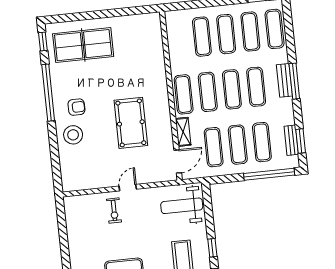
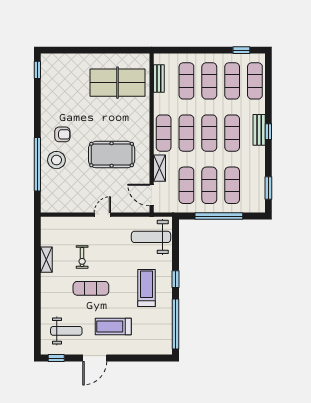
table tennis table: (83, 45) -> (118, 83), moved
window: (294, 81) -> (268, 132), width x0.46
window: (48, 93) -> (37, 164), moved
pool table: (131, 123) -> (112, 155), turned 90
bench: (291, 140) -> (159, 78), moved
door: (178, 161) -> (152, 195), swing flipped
window: (269, 174) -> (219, 216), moved
exercise bike: (114, 211) -> (82, 257), moved
shelving: (74, 241) -> (46, 260), added

